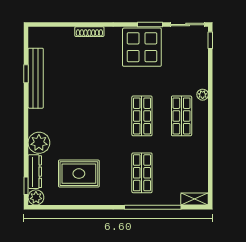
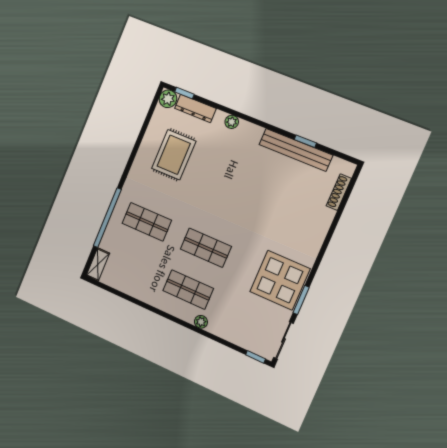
shoe rack: (89, 32) -> (339, 192), moved
plant: (39, 143) -> (232, 122), width x0.53, depth x0.53

